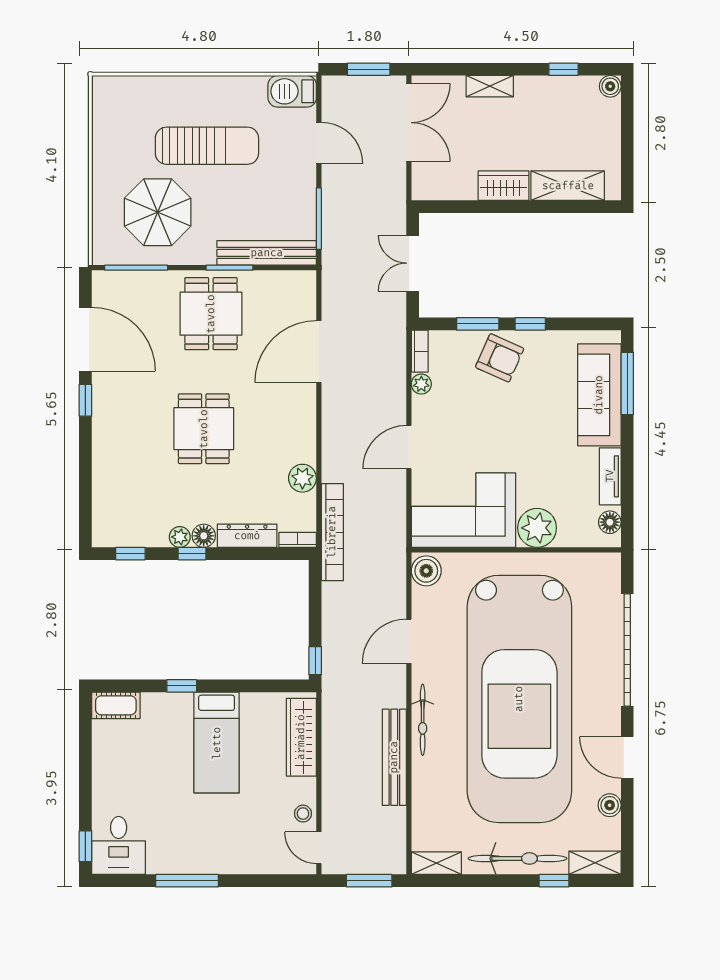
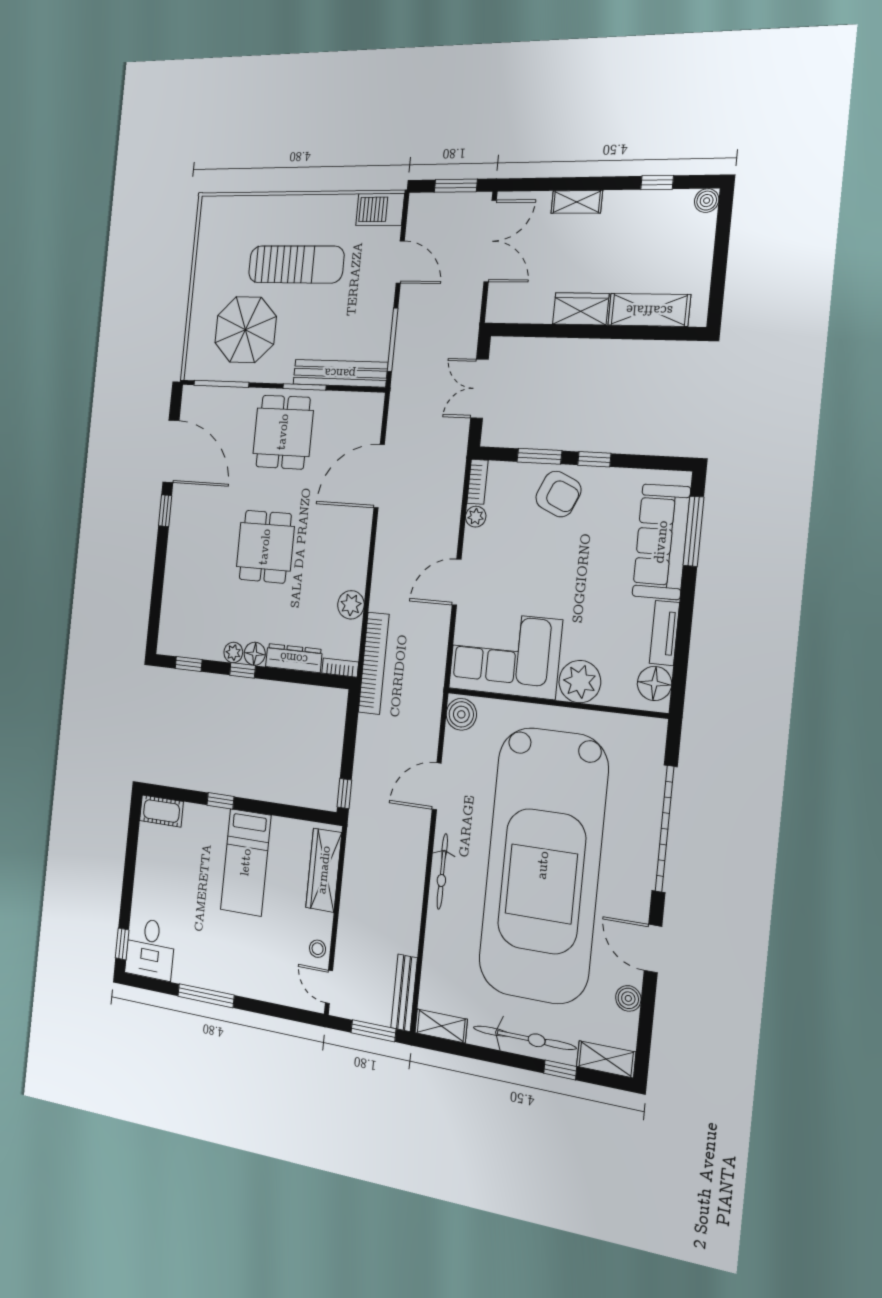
floor lamp: (610, 522) -> (654, 683), width x1.38, depth x1.38
bench: (394, 757) -> (404, 993), moved, width x0.73, depth x0.82

